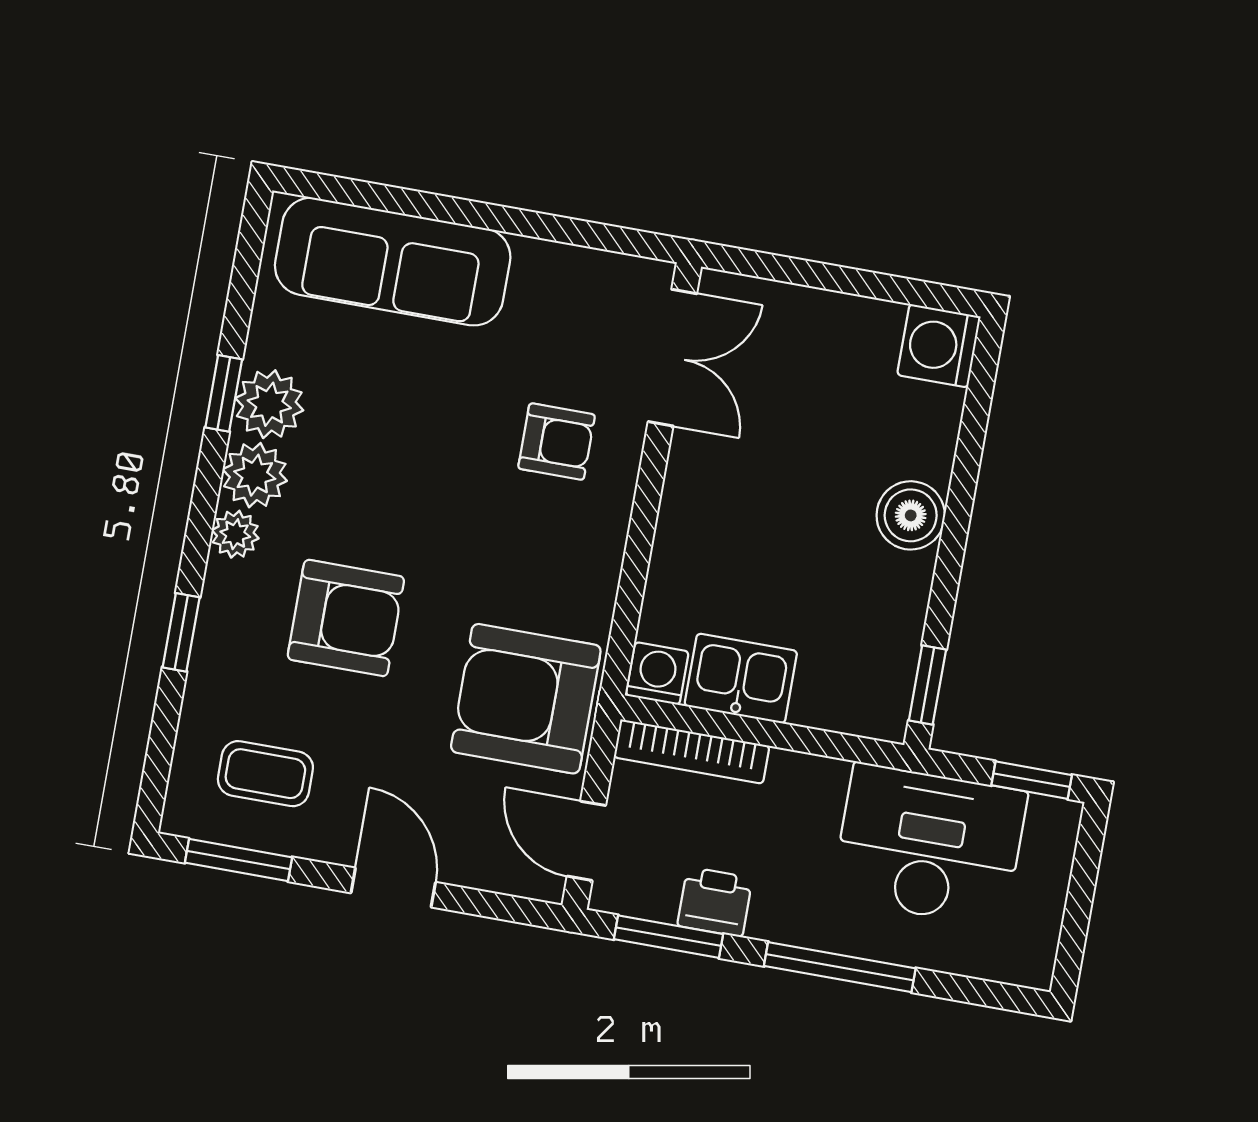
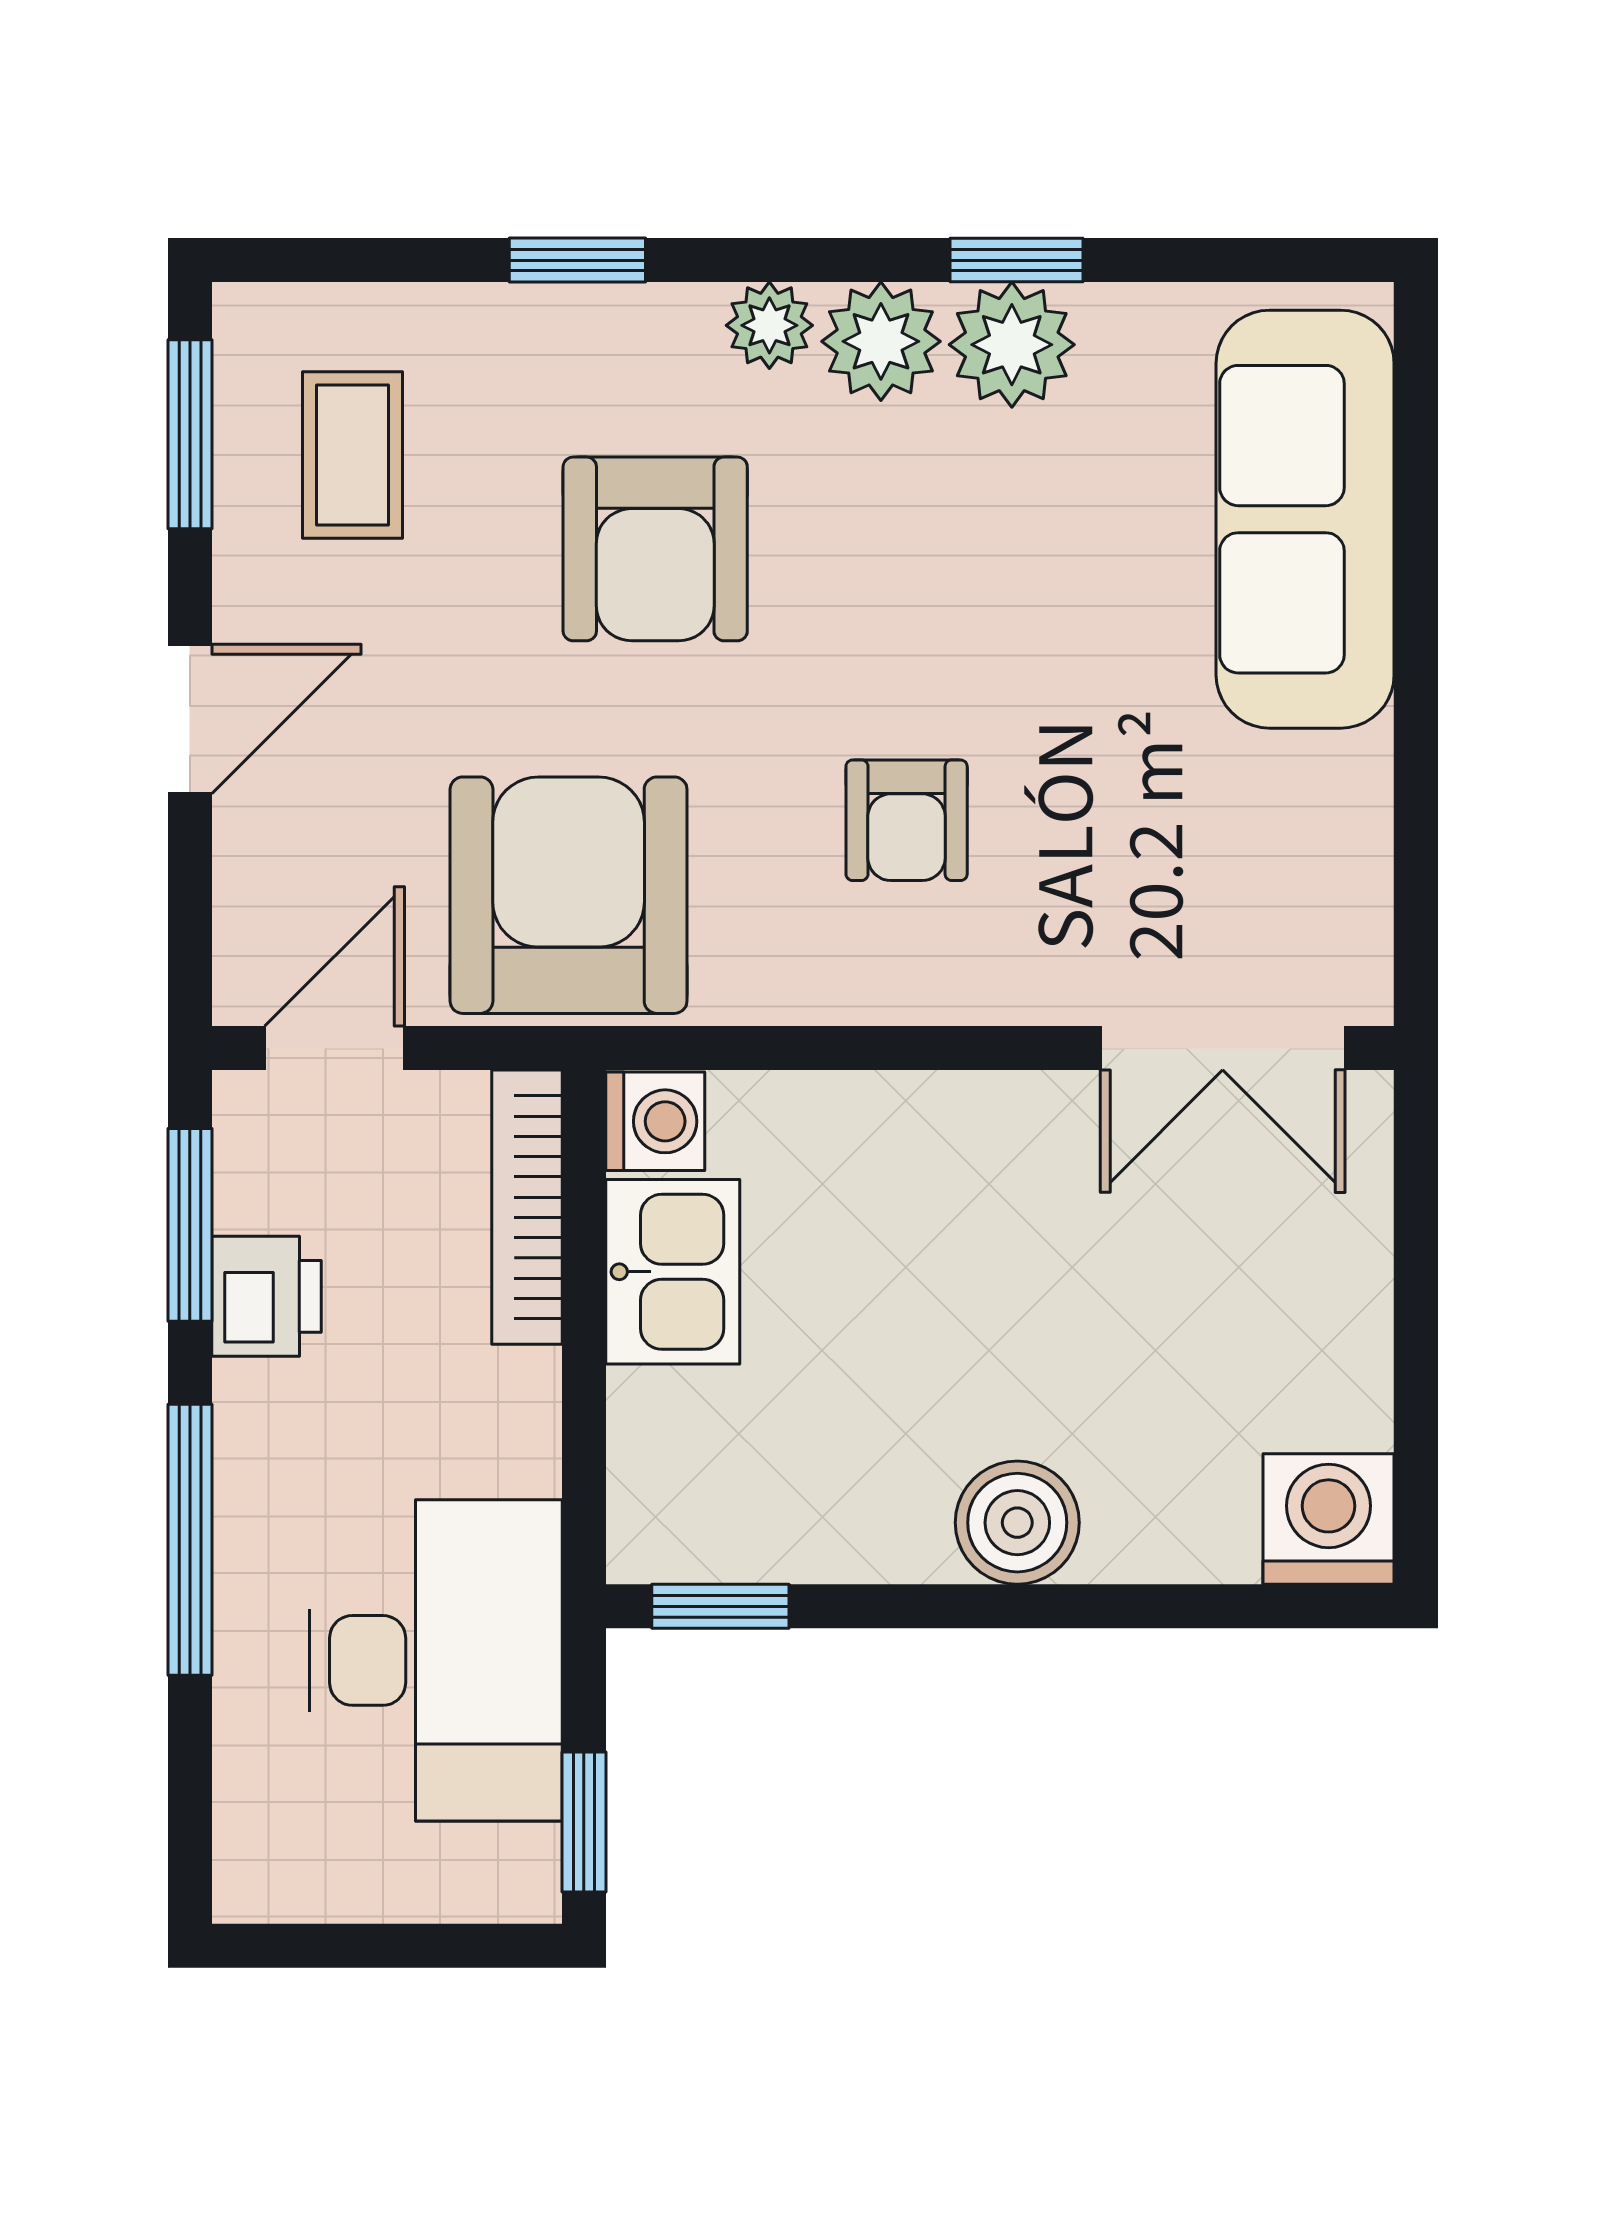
armchair: (557, 442) -> (907, 820), moved

